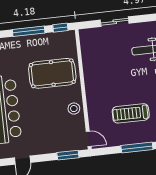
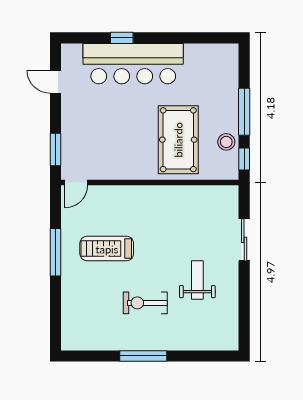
stool: (74, 109) -> (226, 142), moved
treadmill: (131, 113) -> (107, 249), turned -90

